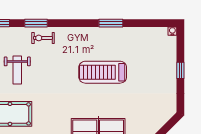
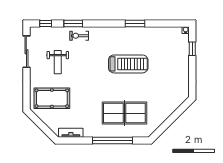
window: (180, 70) -> (192, 49), moved
treadmill: (103, 72) -> (128, 64), turned 180

